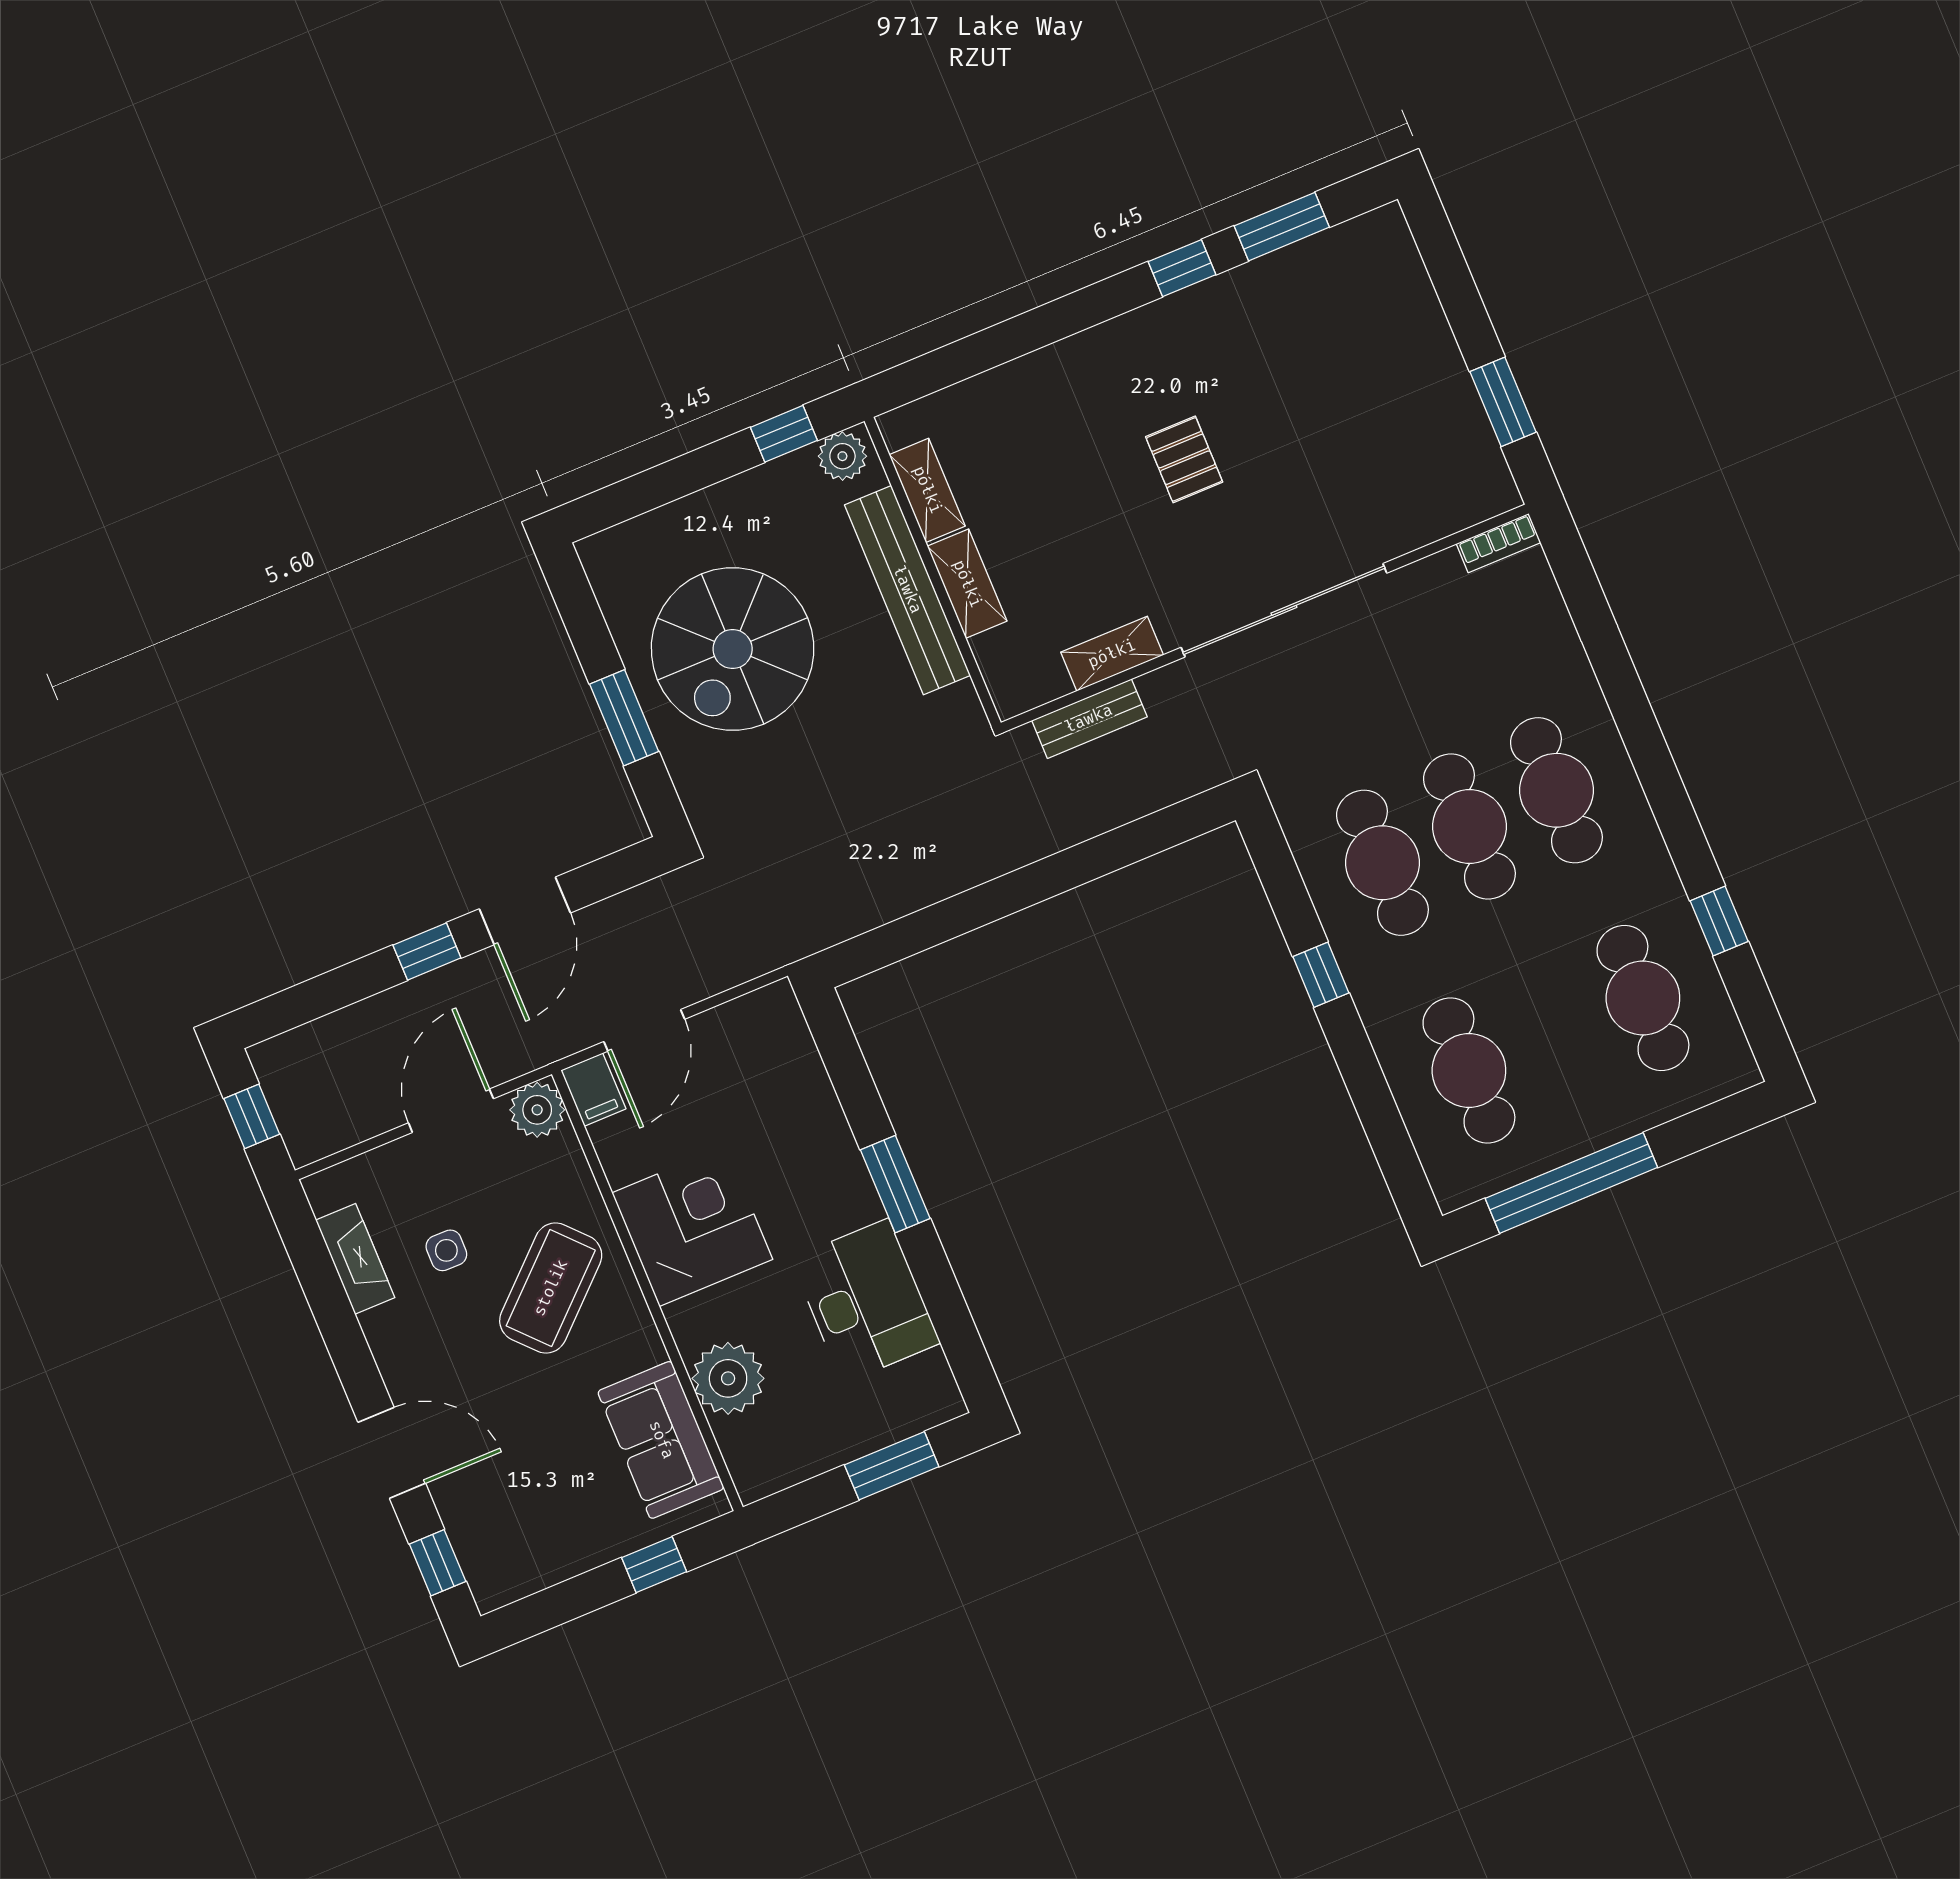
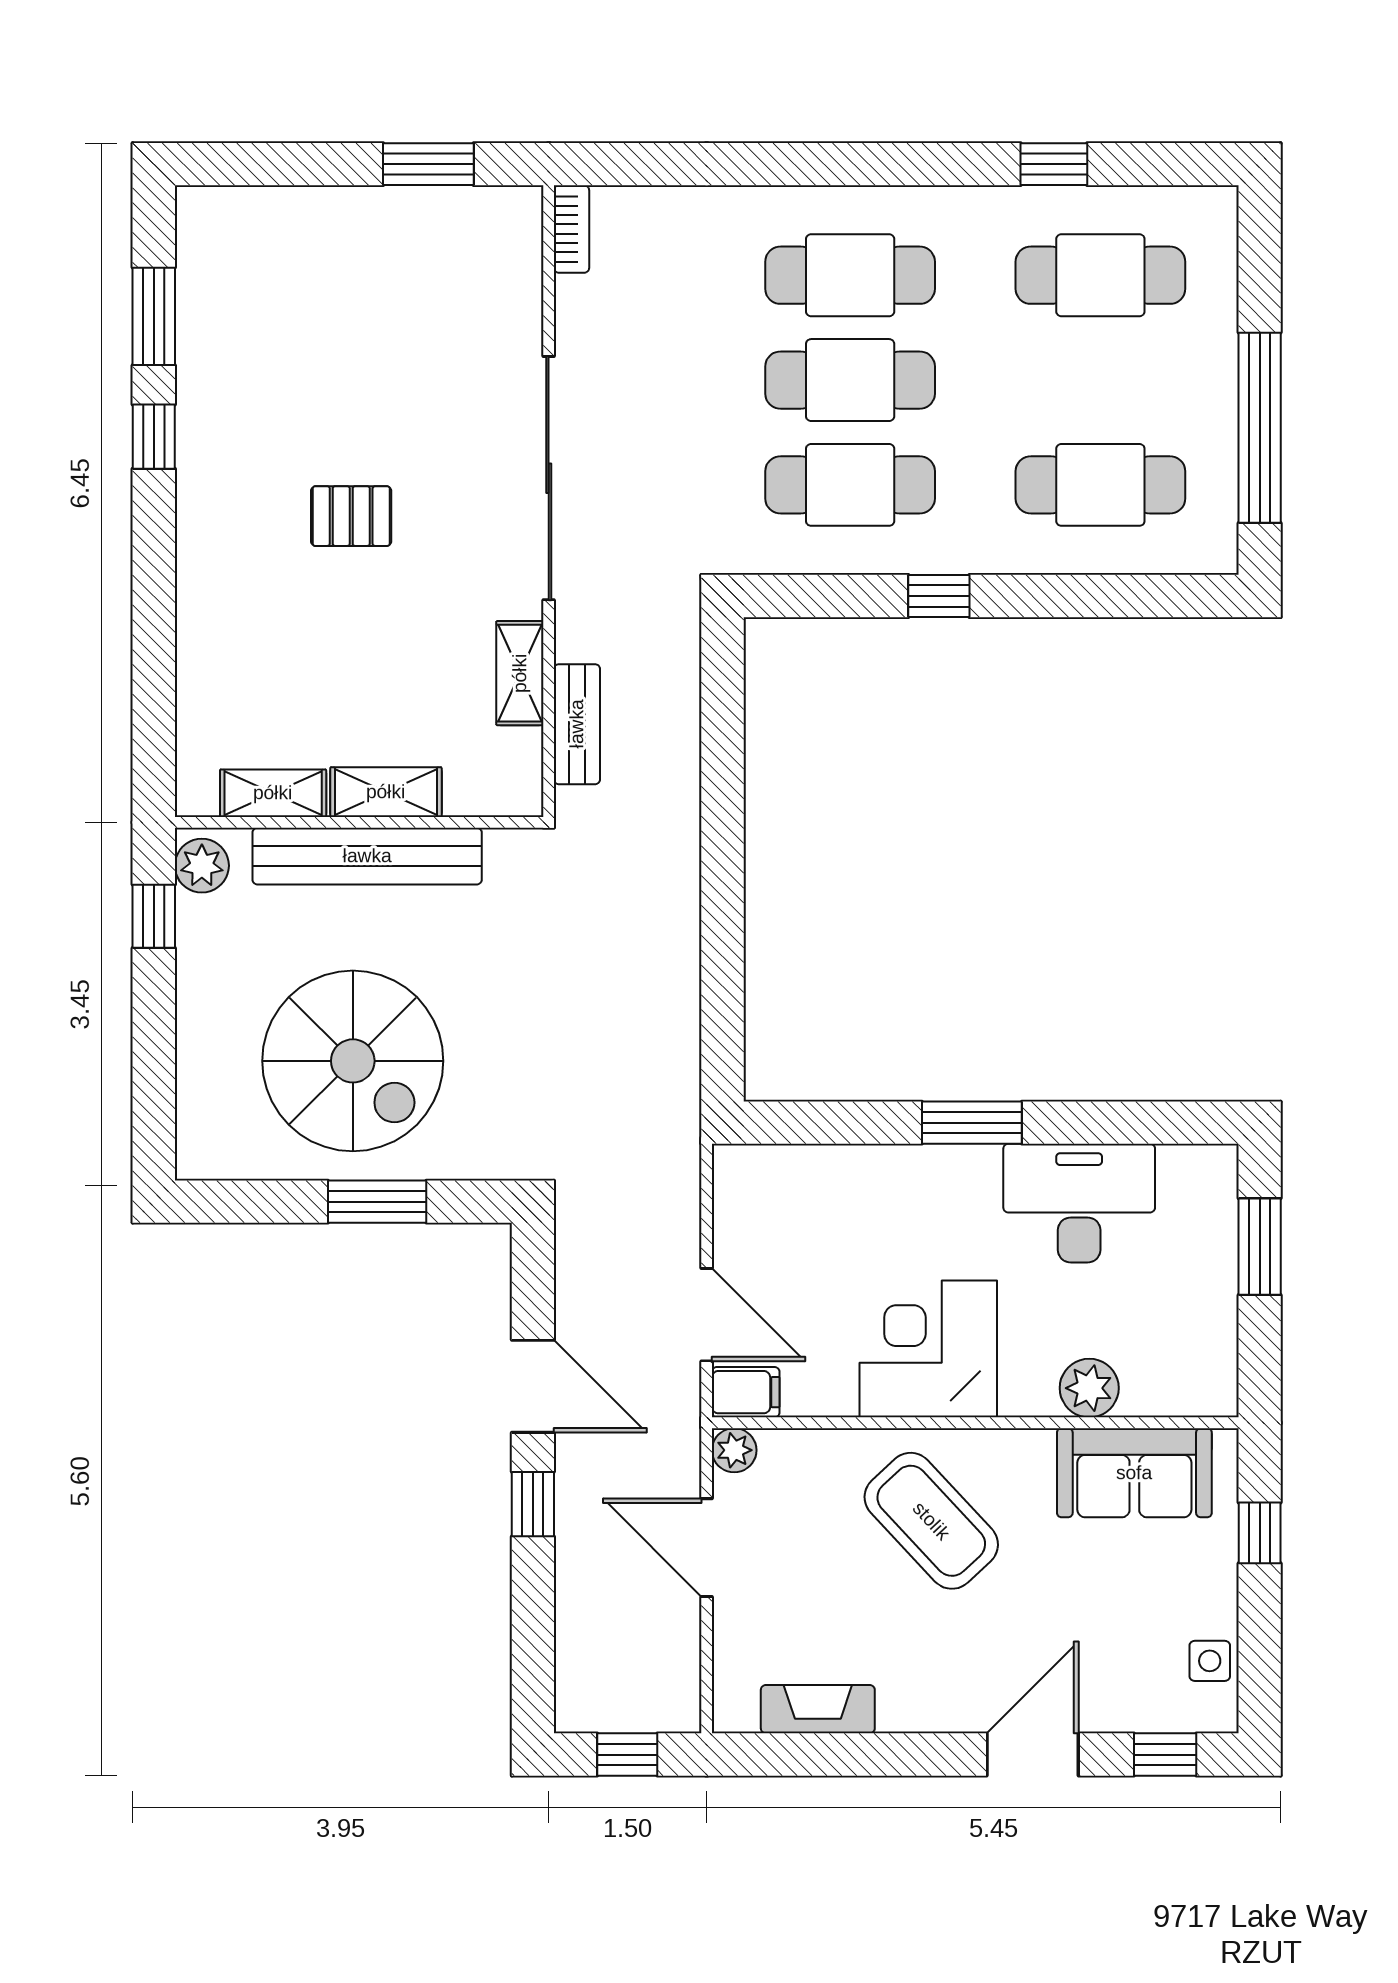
plant: (537, 1110) -> (734, 1450), width x0.73, depth x0.73
side table: (446, 1250) -> (1210, 1661), moved
plant: (728, 1378) -> (1089, 1388), width x0.73, depth x0.73

